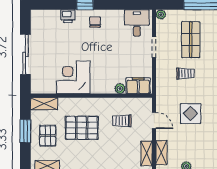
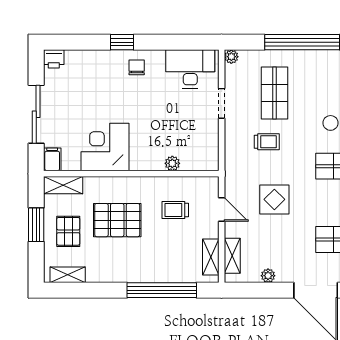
printer: (68, 16) -> (54, 59), moved
desk: (137, 23) -> (190, 69), width x1.37
filing cabinet: (138, 86) -> (52, 159), moved, width x0.50

